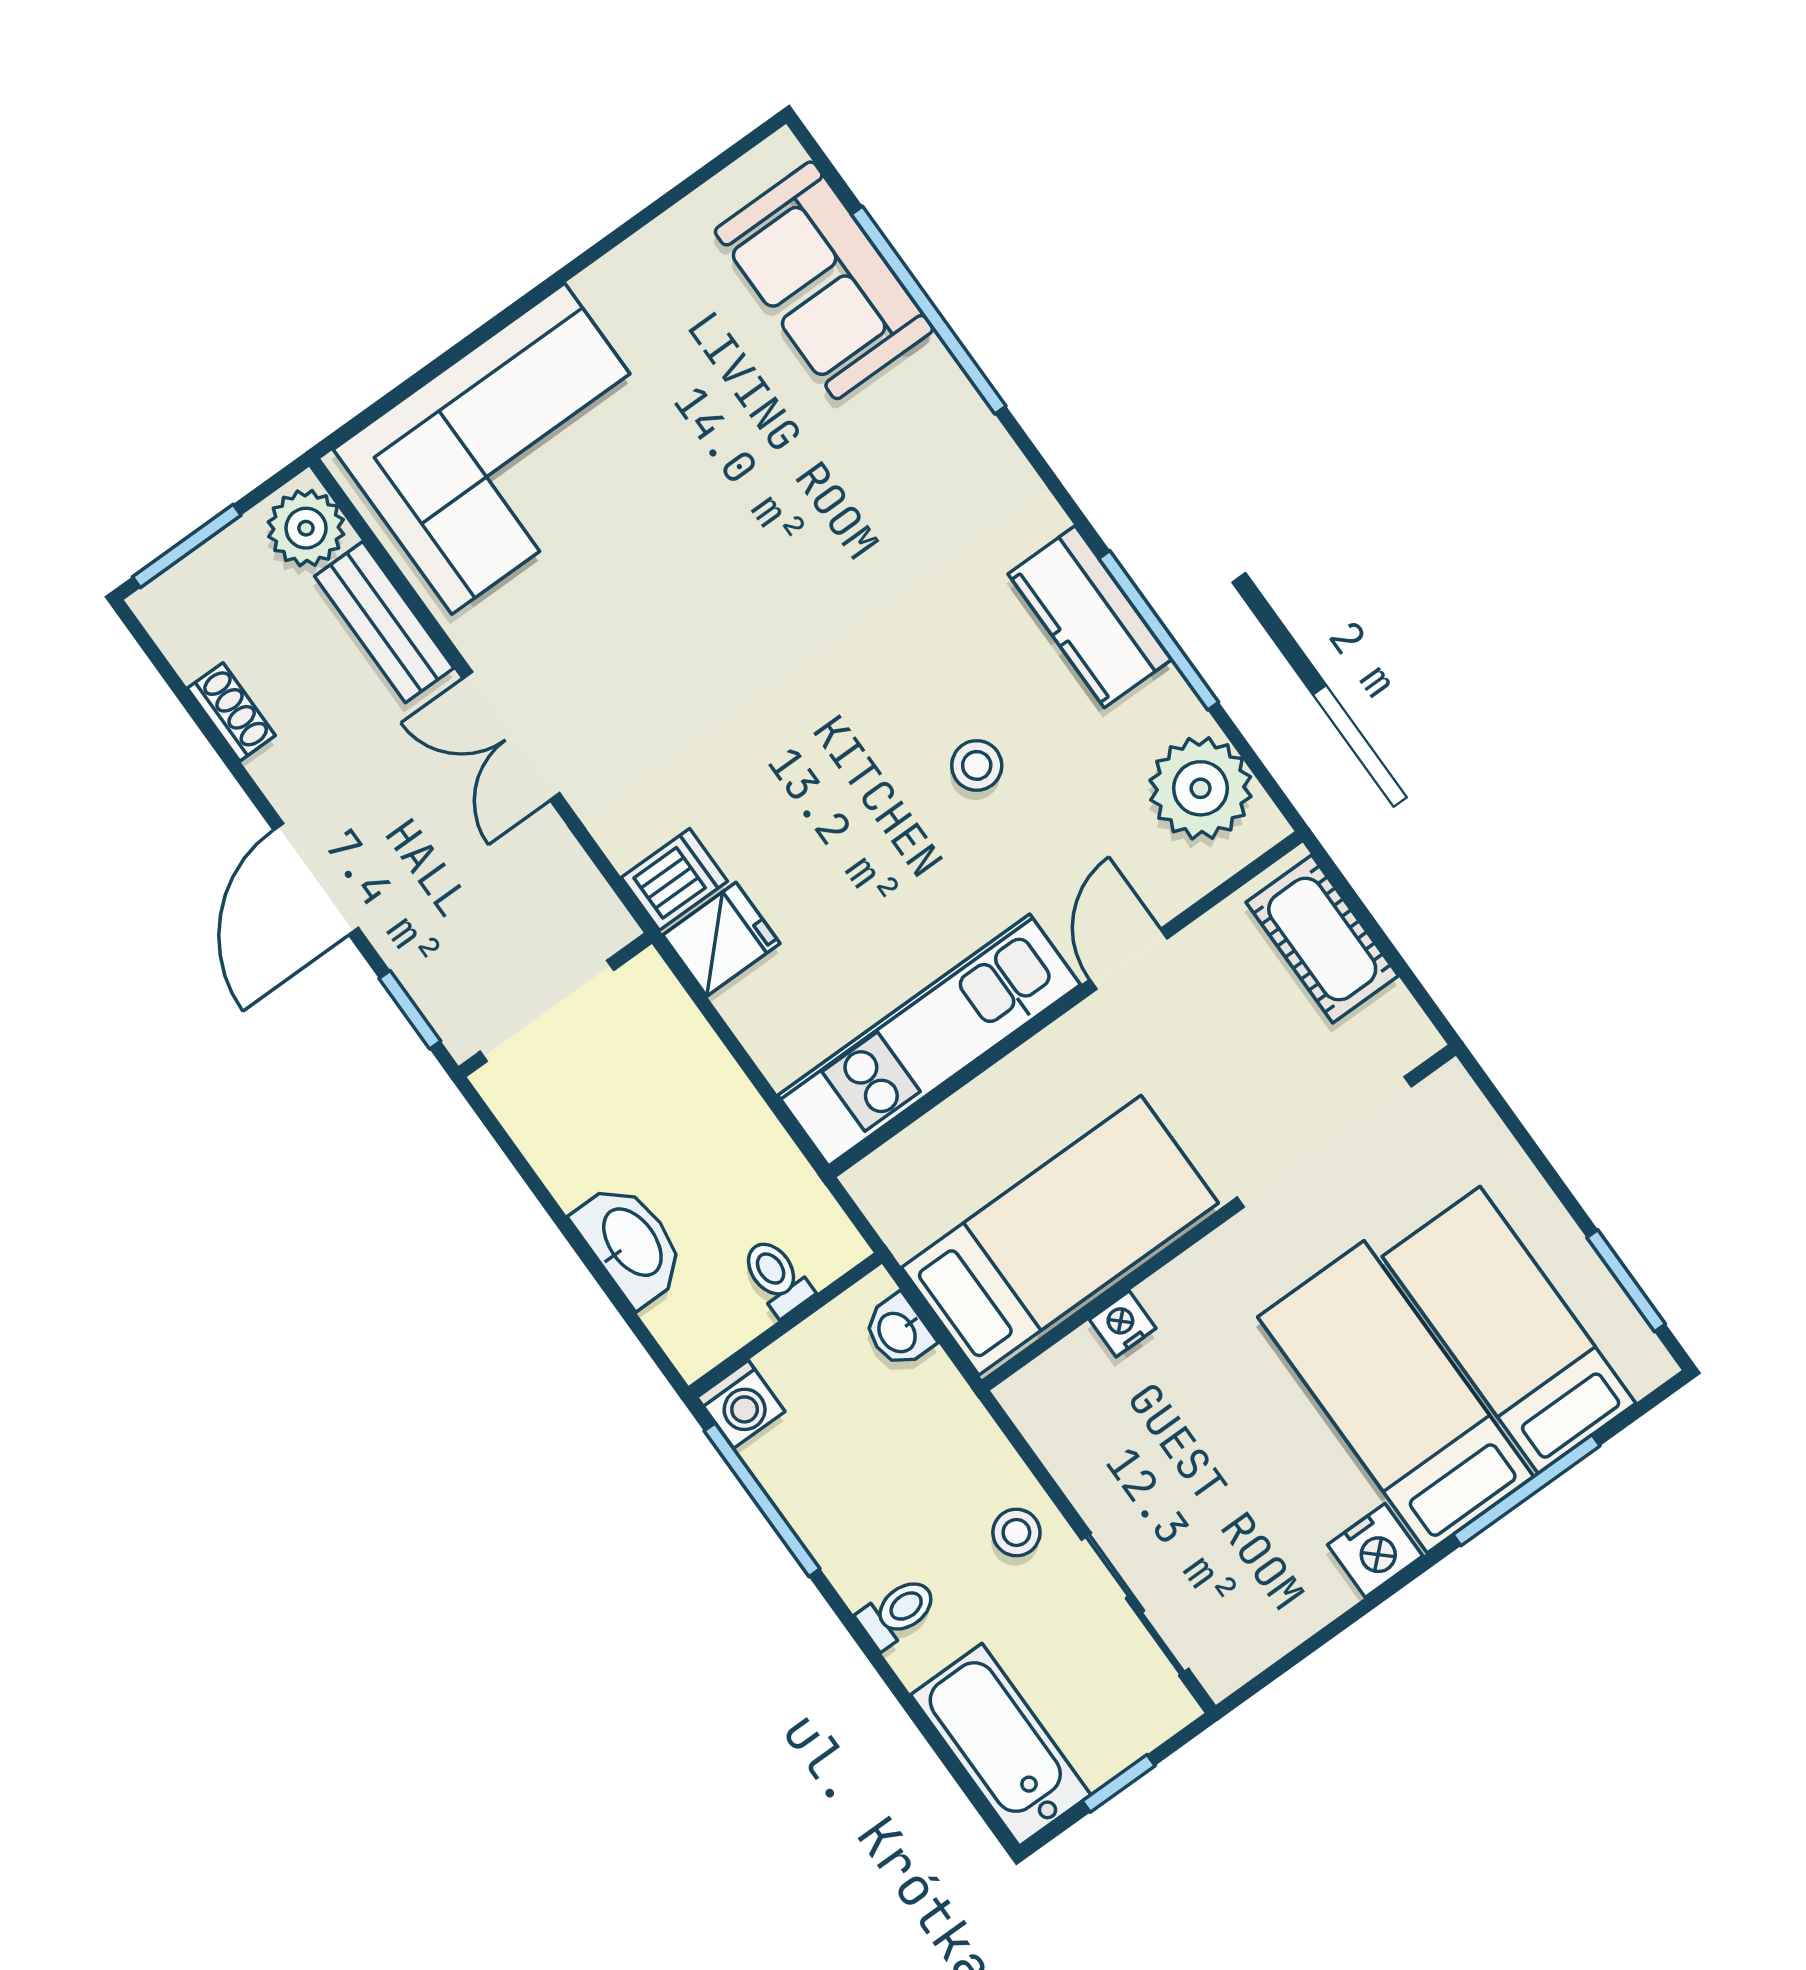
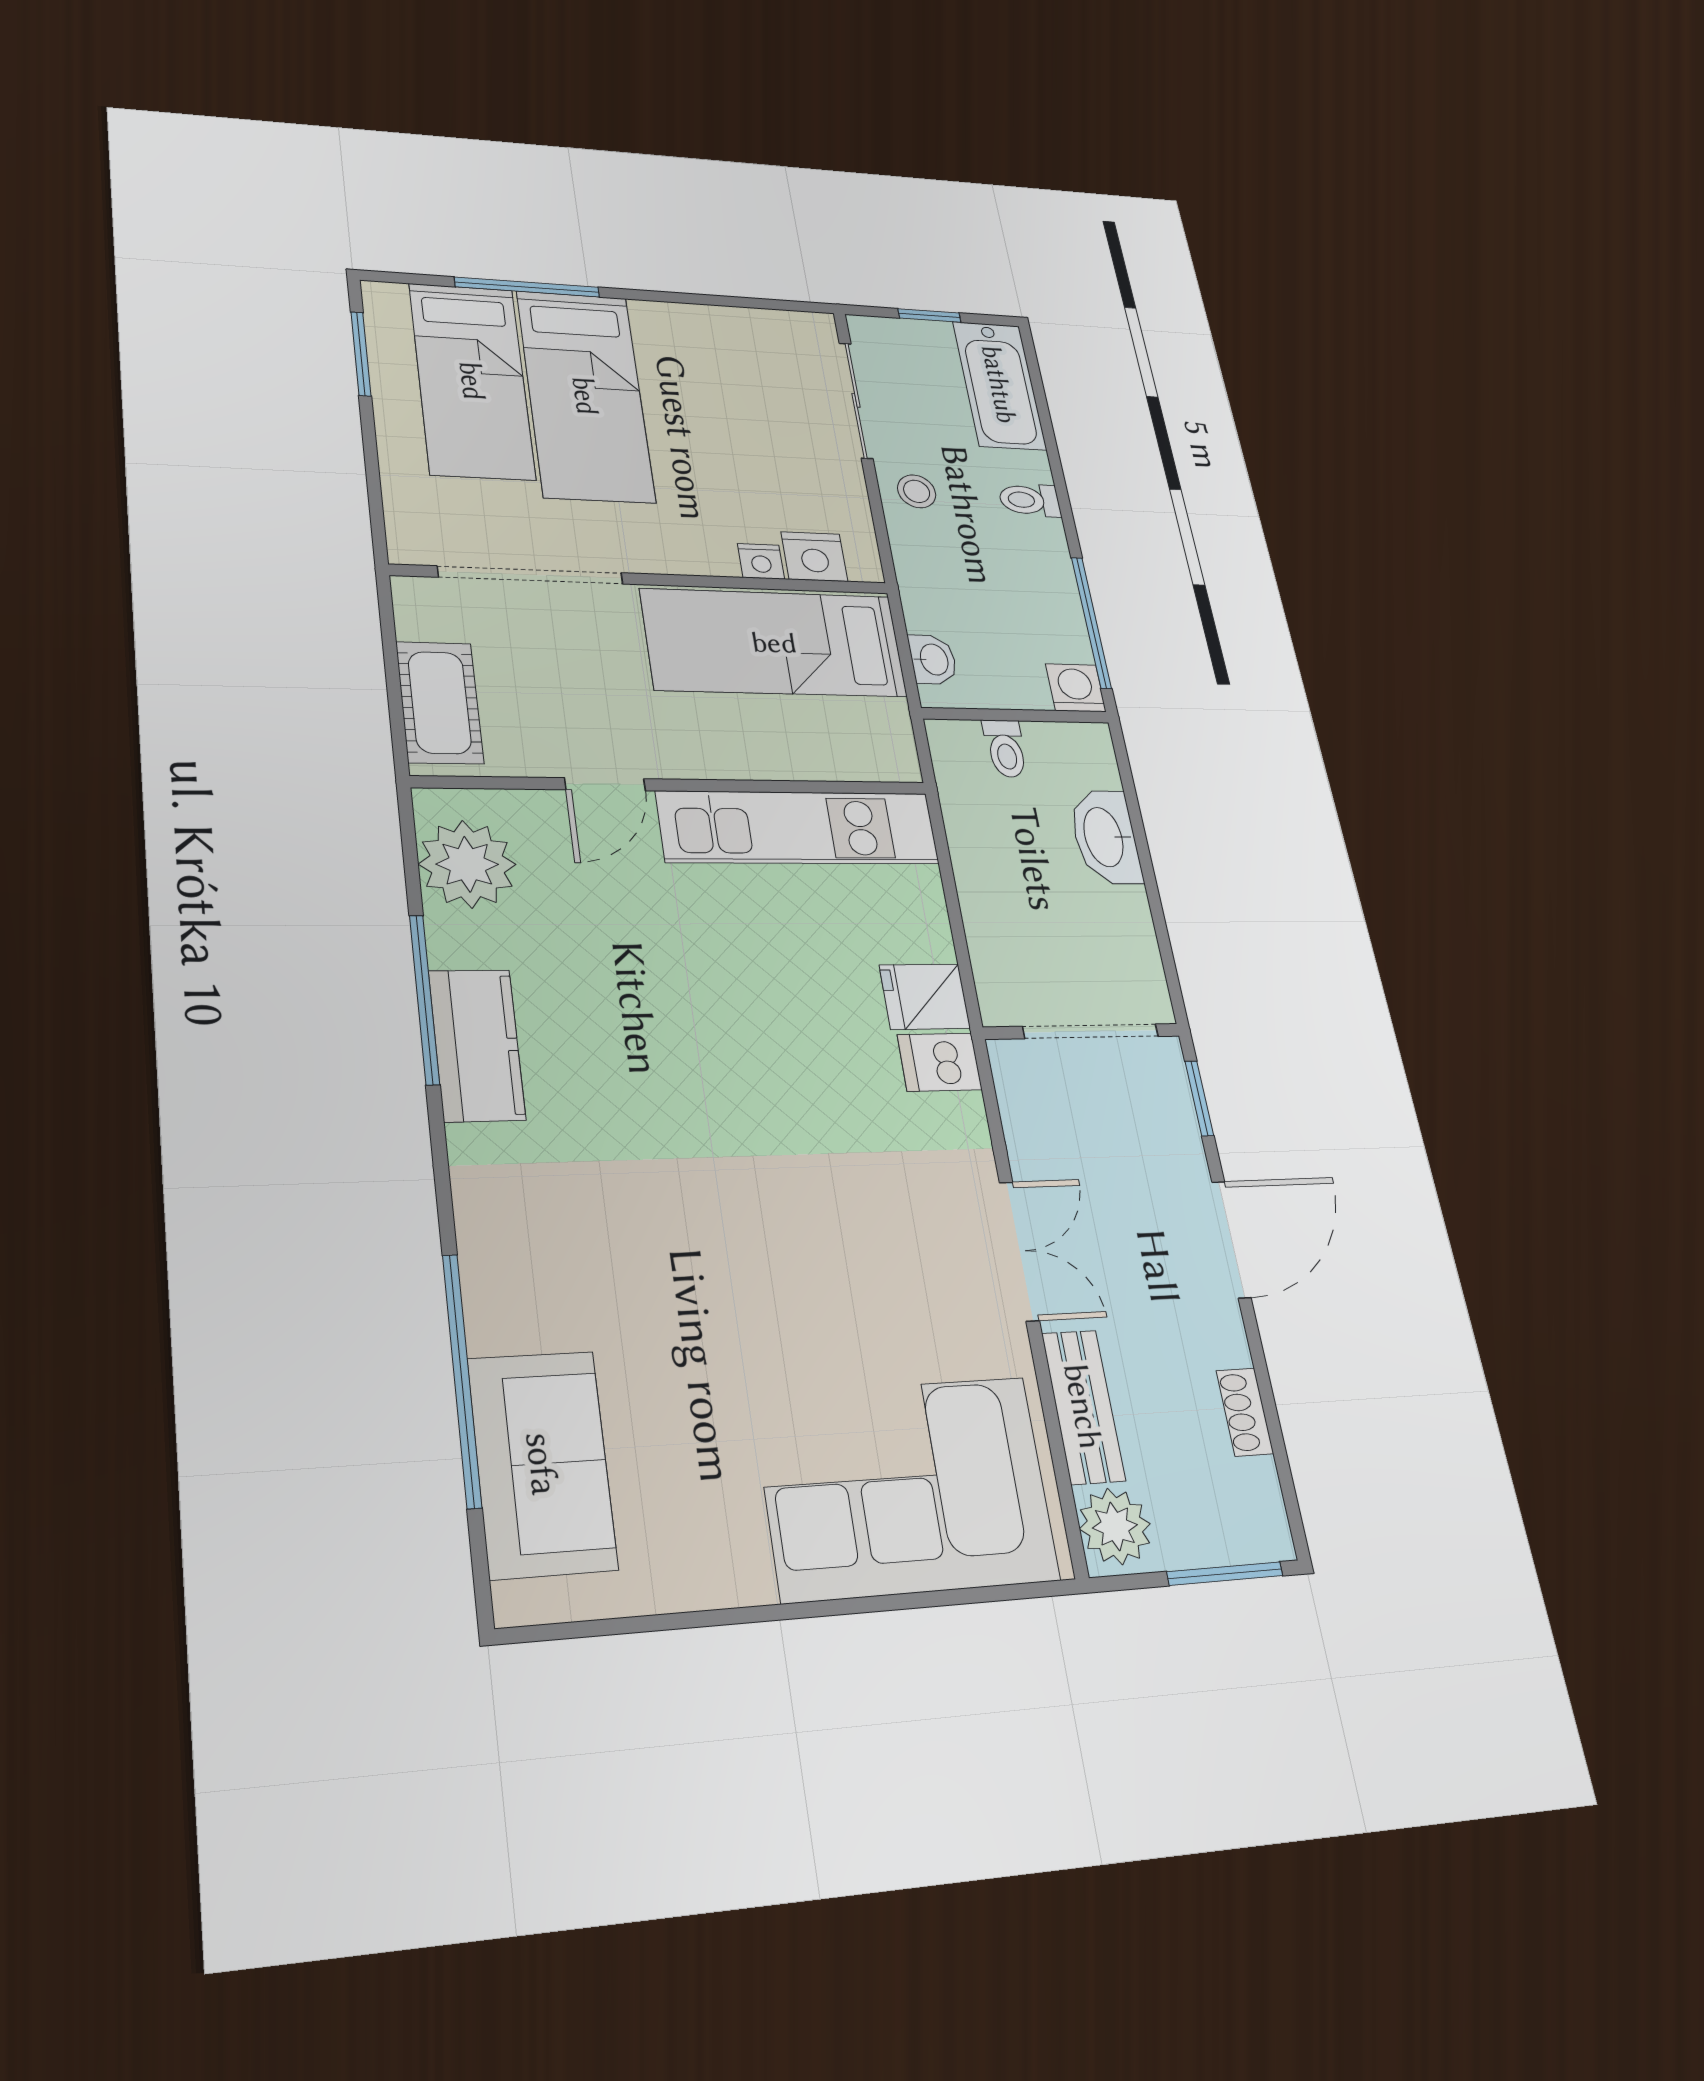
stool: (977, 765) -> (643, 993), removed
nightstand: (1375, 1550) -> (814, 557), moved, turned 180

